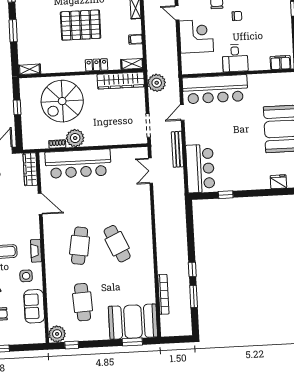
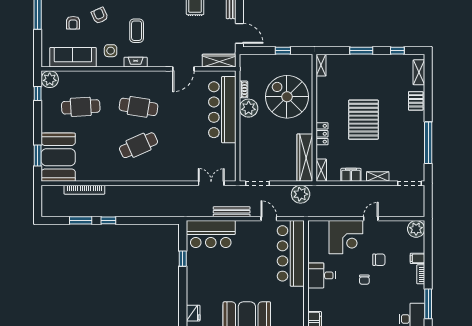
filing cabinet: (135, 39) -> (351, 175), width x2.00
sofa: (34, 306) -> (73, 57), width x1.36

